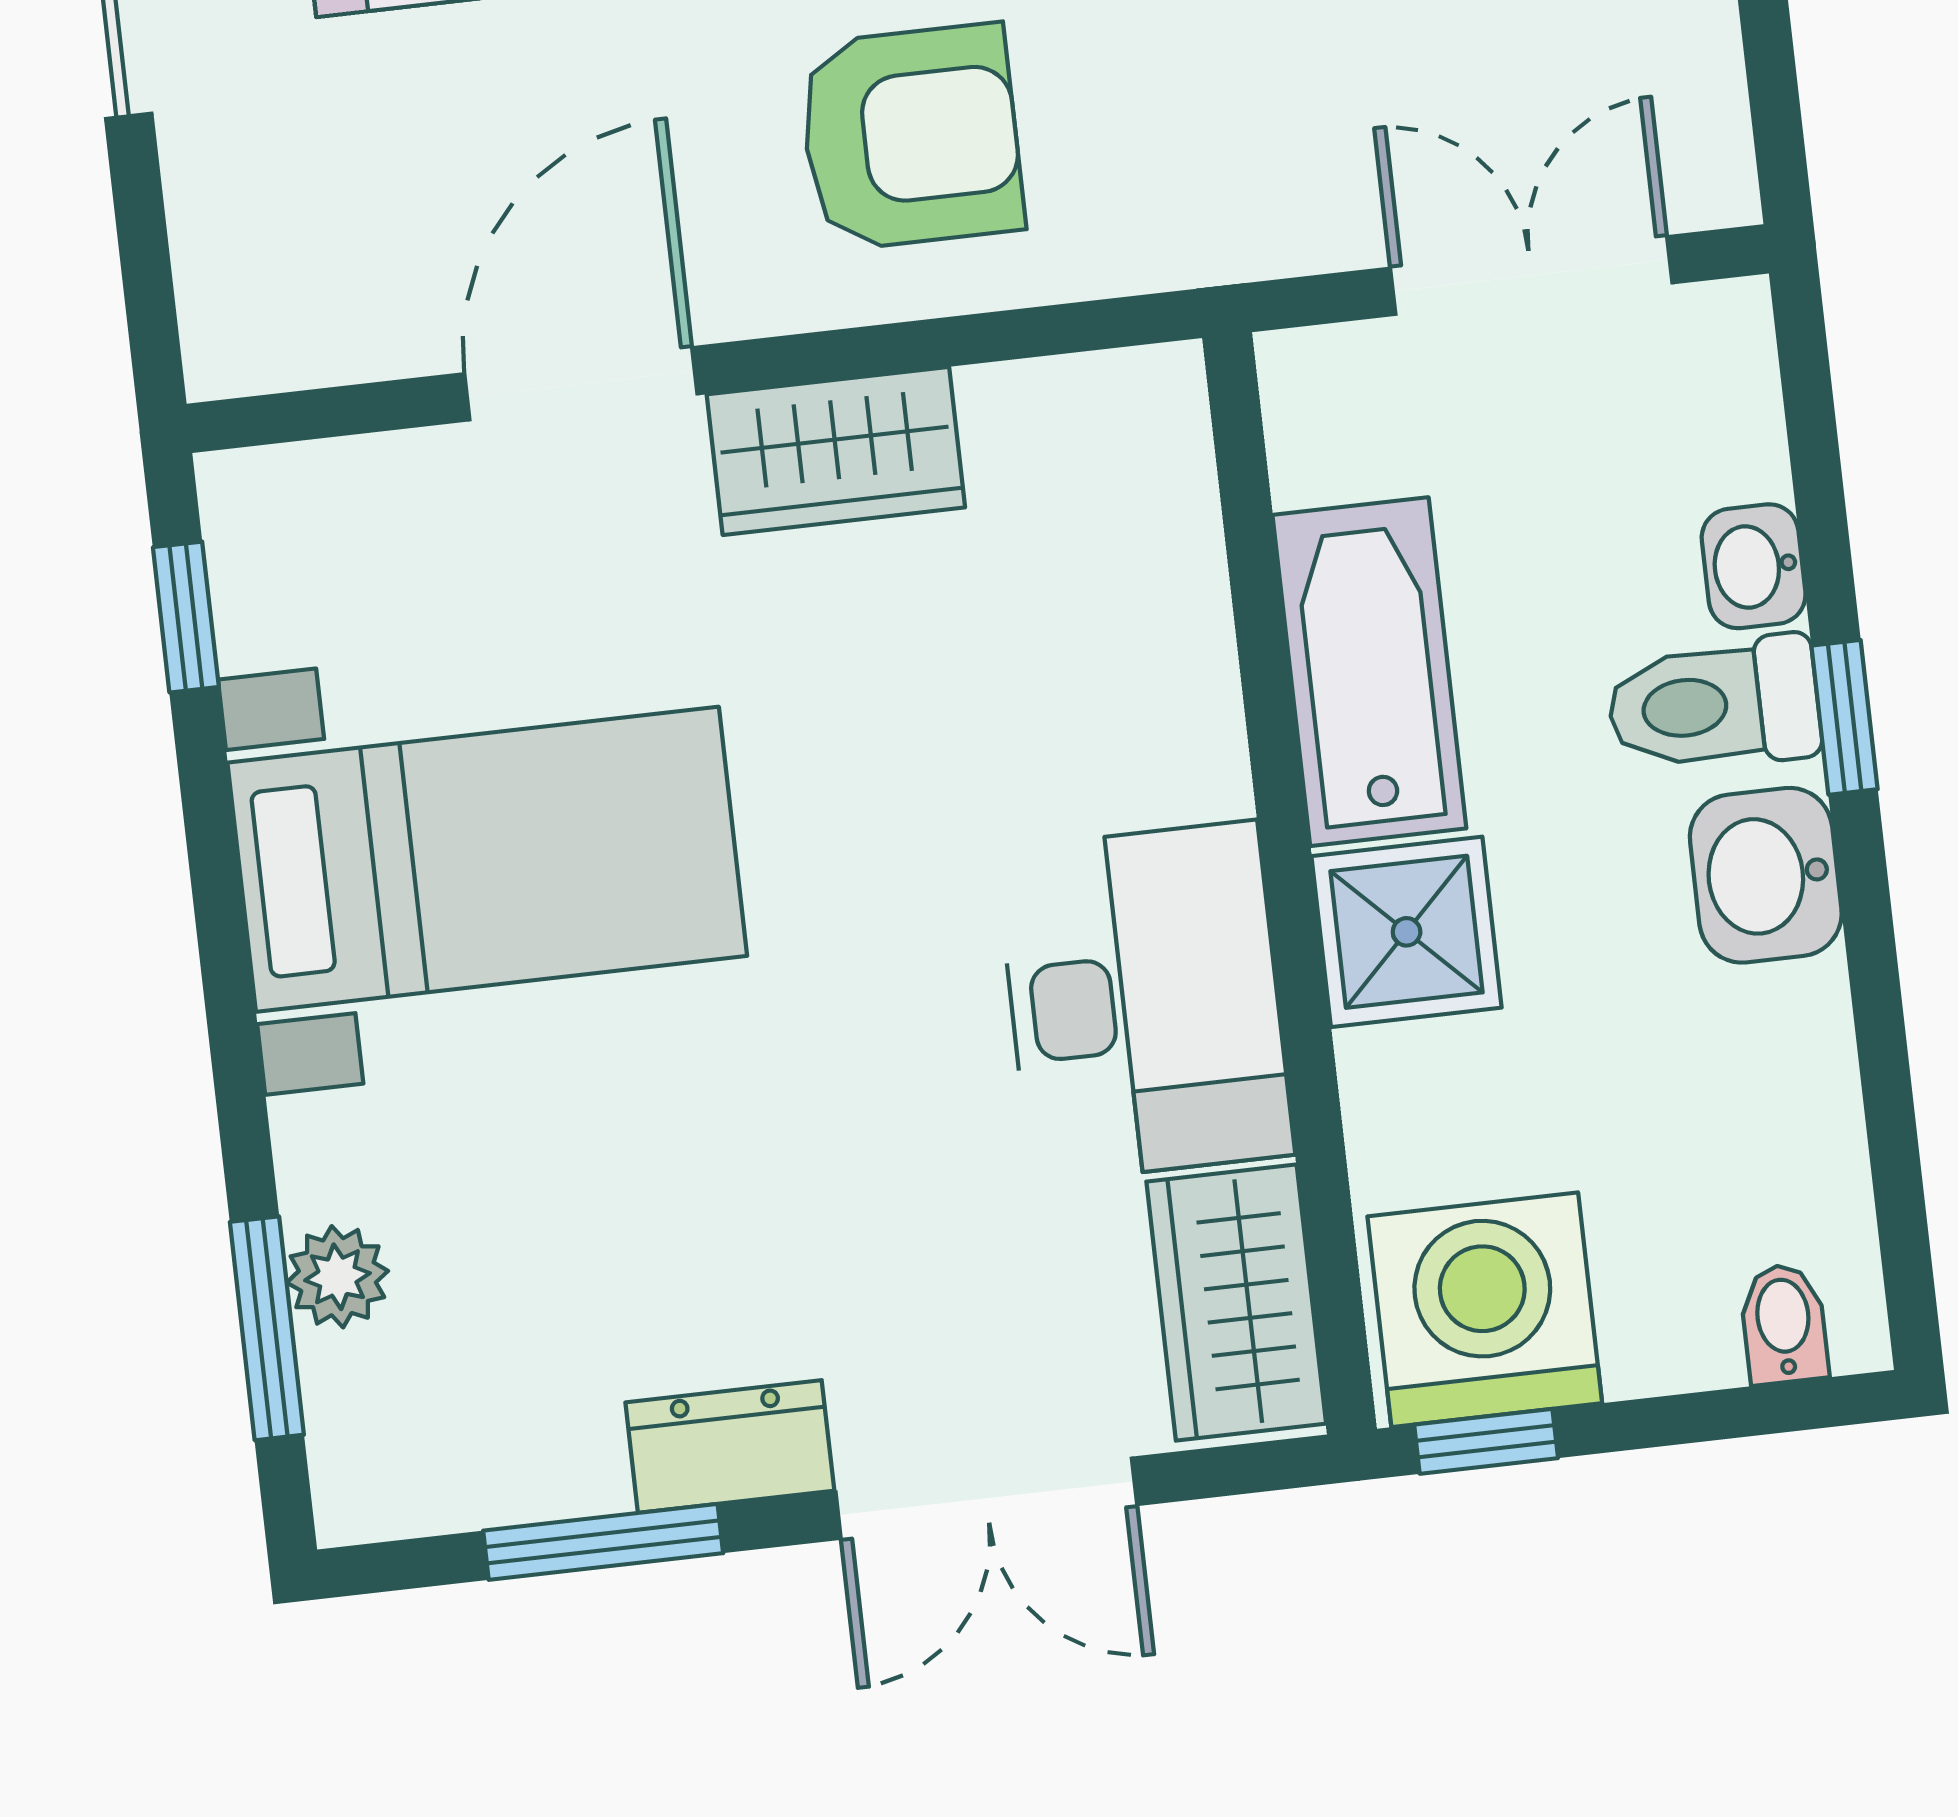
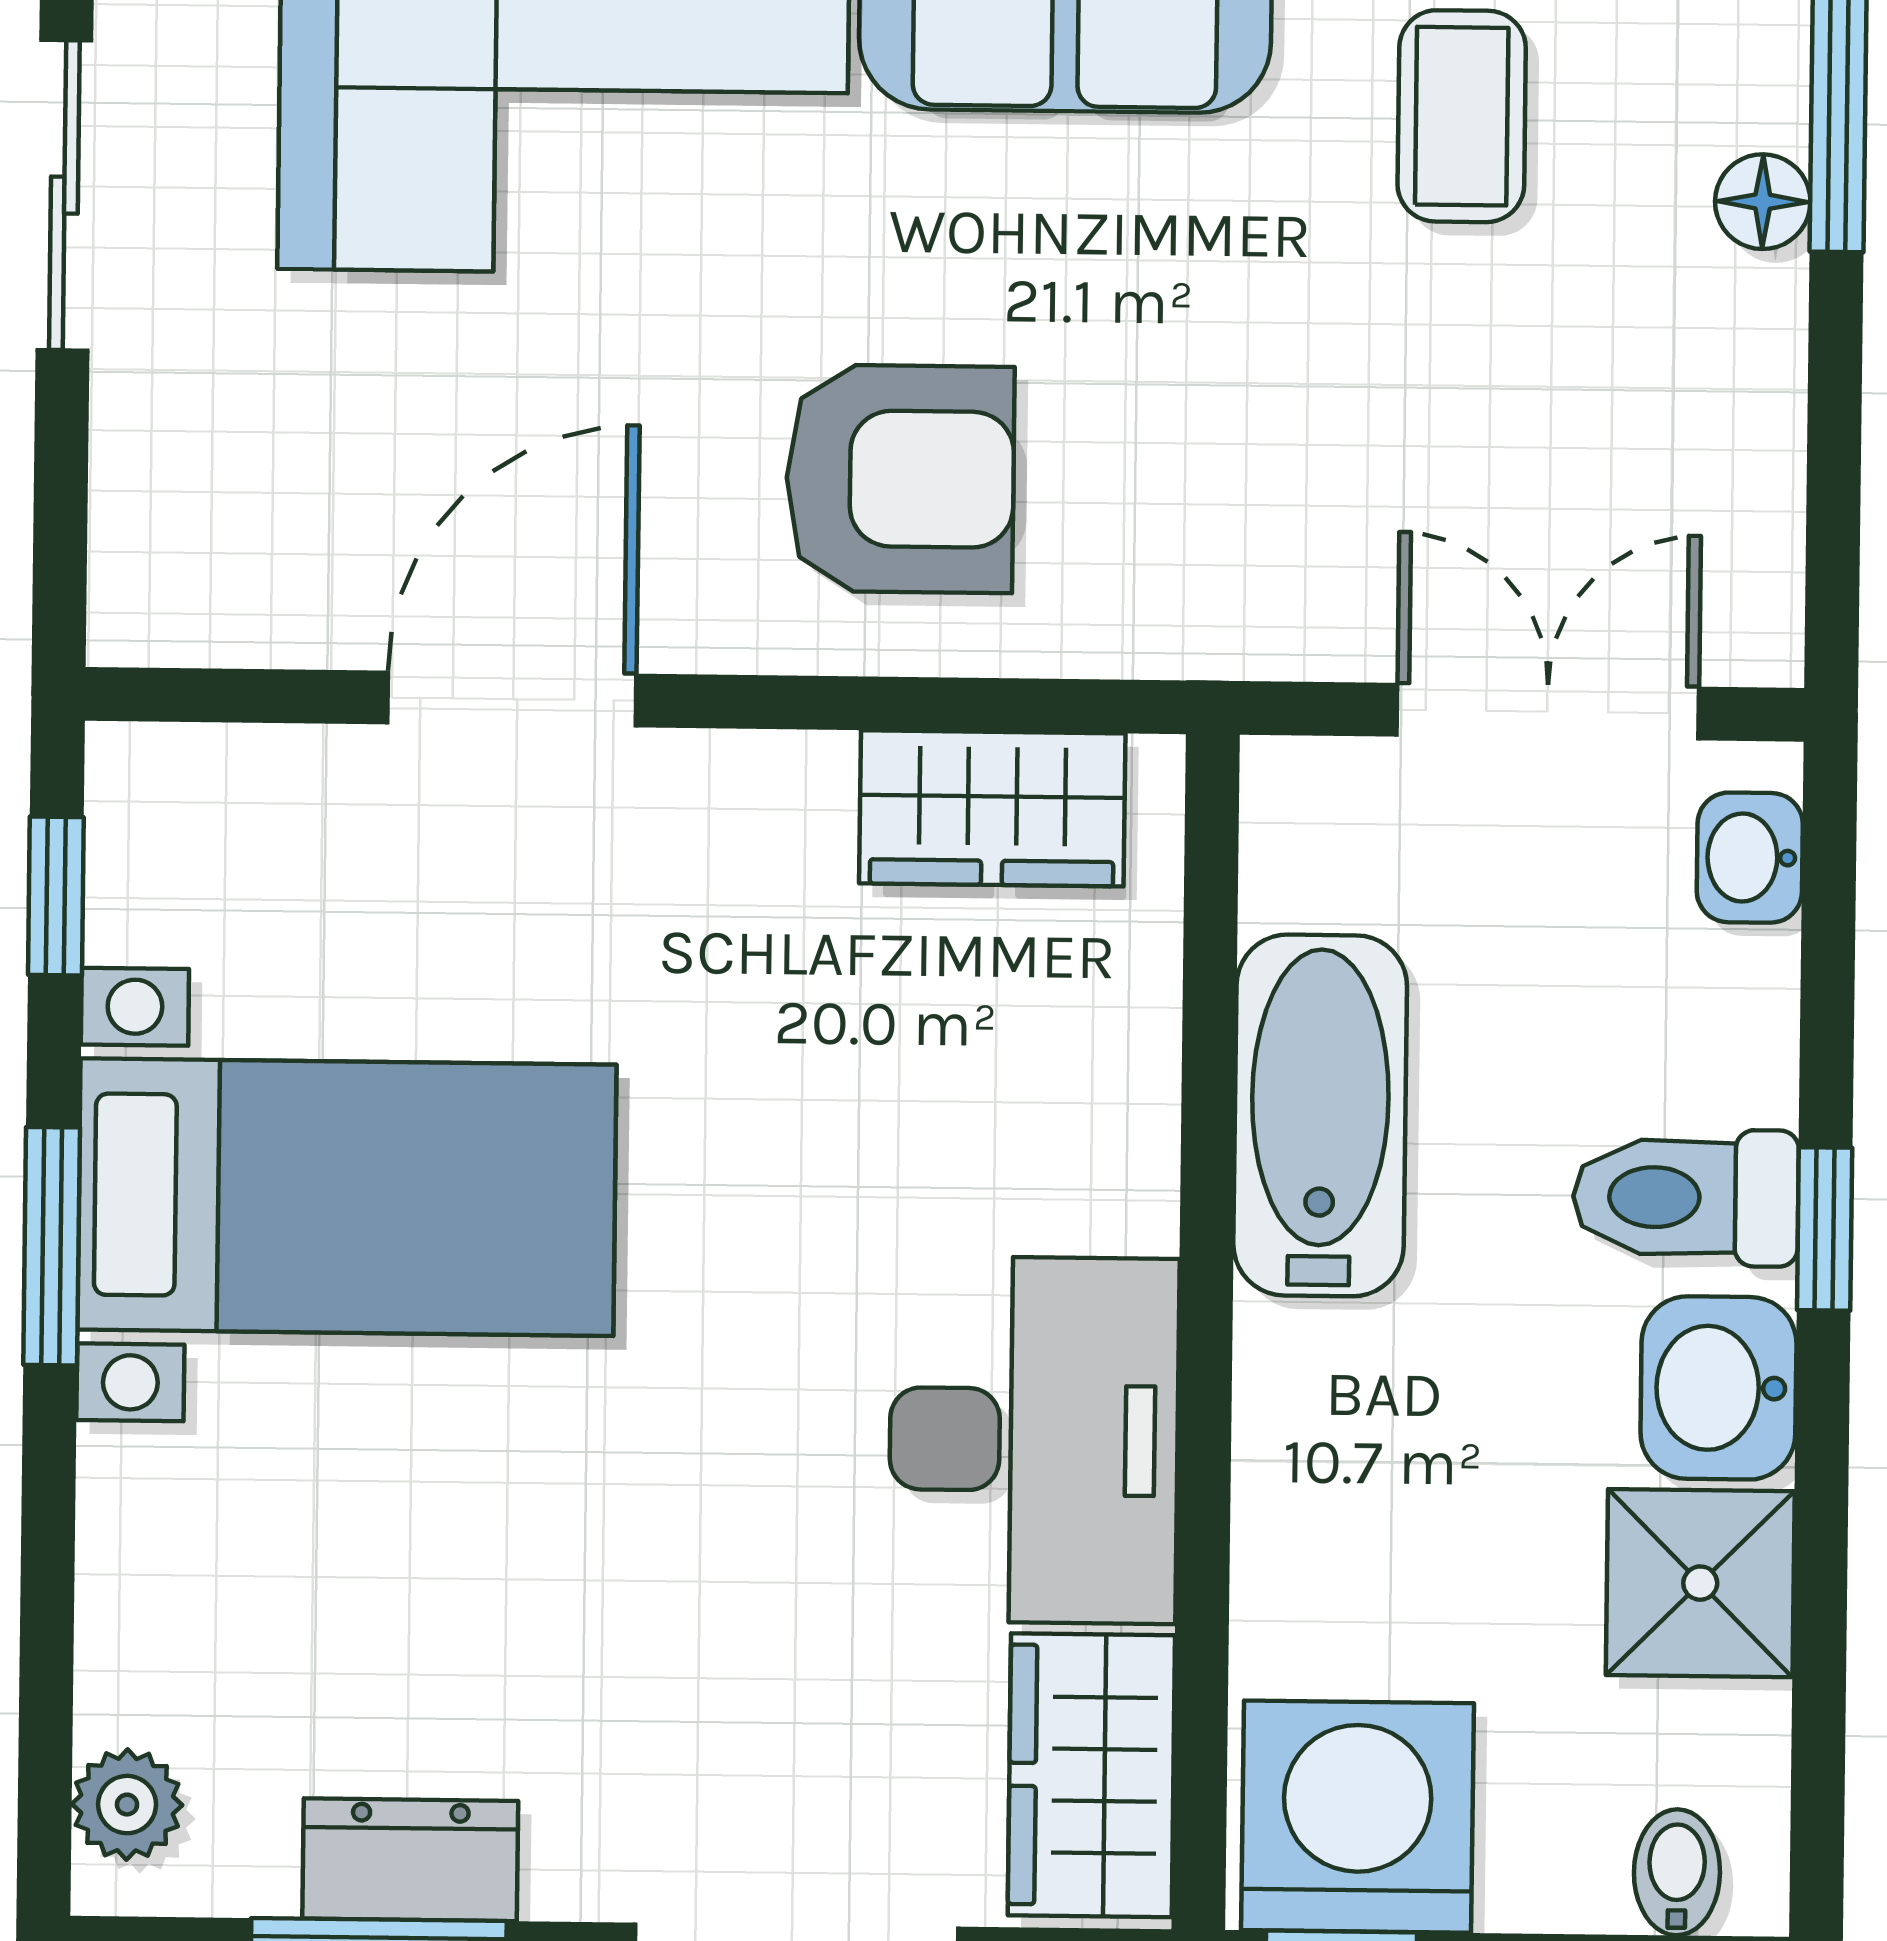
wardrobe: (836, 451) -> (992, 808), moved
washbasin: (1754, 566) -> (1750, 858), moved
shower: (1407, 932) -> (1700, 1583), moved
plant: (337, 1277) -> (127, 1805), moved
window: (267, 1328) -> (52, 1246), moved
dresser: (730, 1447) -> (410, 1860), moved

